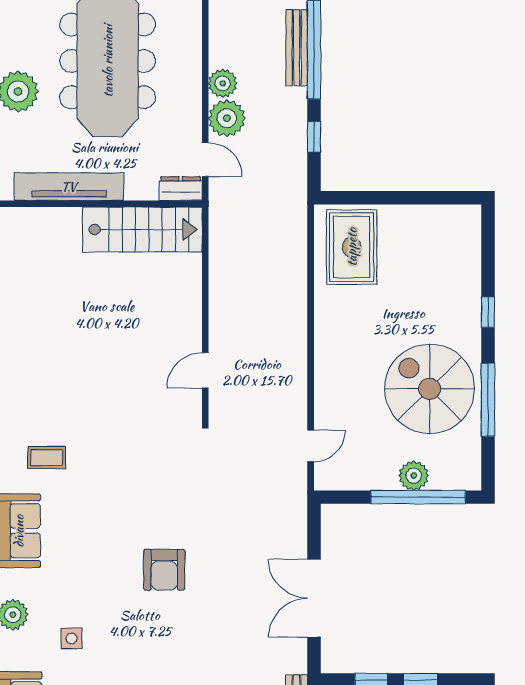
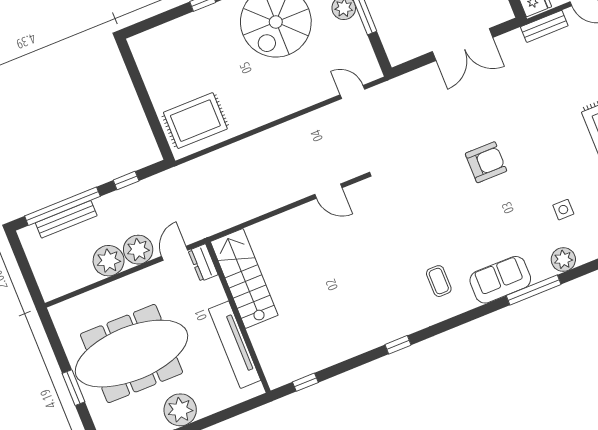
plant: (223, 83) -> (109, 261), width x1.36, depth x1.36

